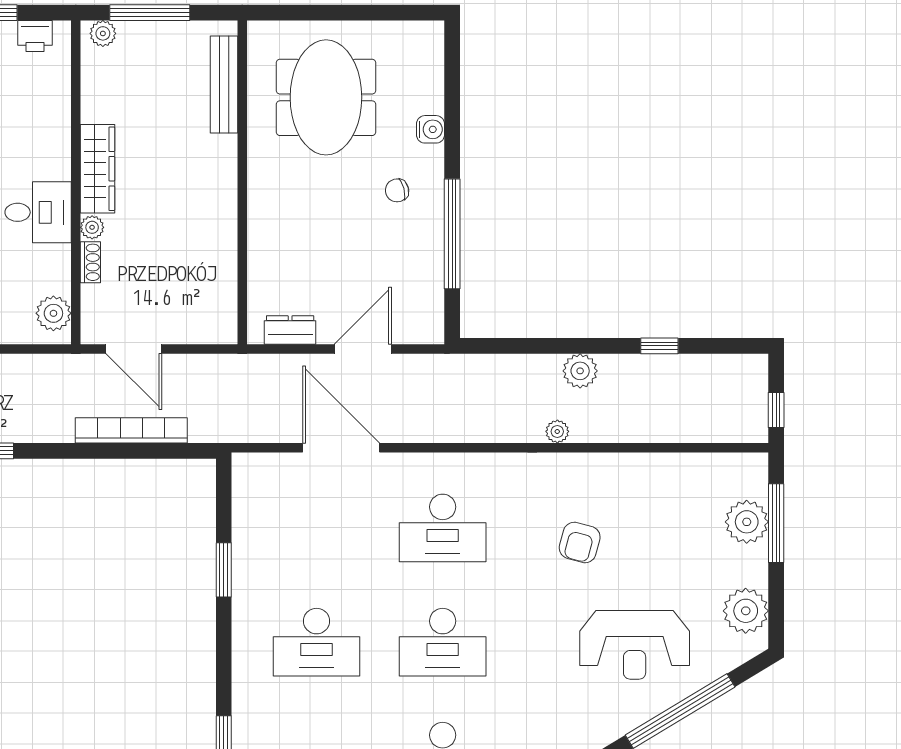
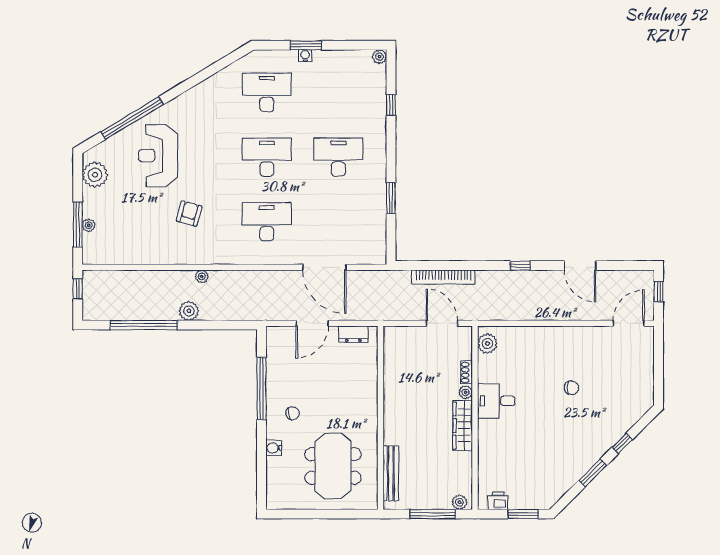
window: (659, 346) -> (144, 325), width x3.17
plant: (747, 522) -> (89, 225), width x0.53, depth x0.53
reception desk: (635, 645) -> (158, 156), turned -90

